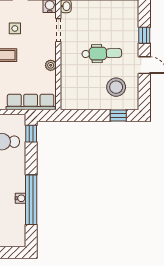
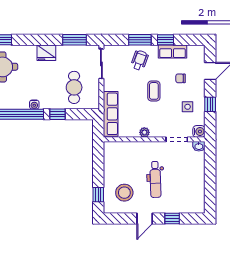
side table: (15, 28) -> (188, 107), moved
window: (31, 134) -> (58, 114), moved
water cooler: (20, 198) -> (34, 105), moved

